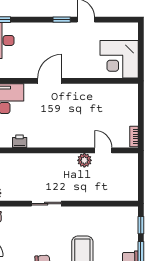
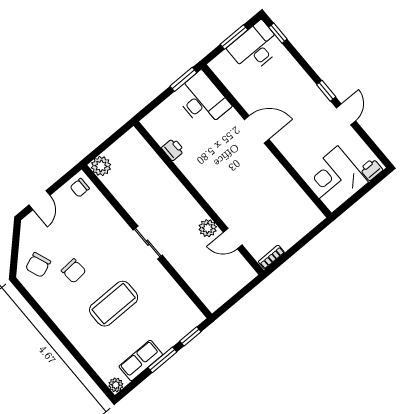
printer: (132, 32) -> (371, 169), added
door: (103, 150) -> (233, 239), swing flipped
sliding door: (46, 204) -> (148, 243), moved

